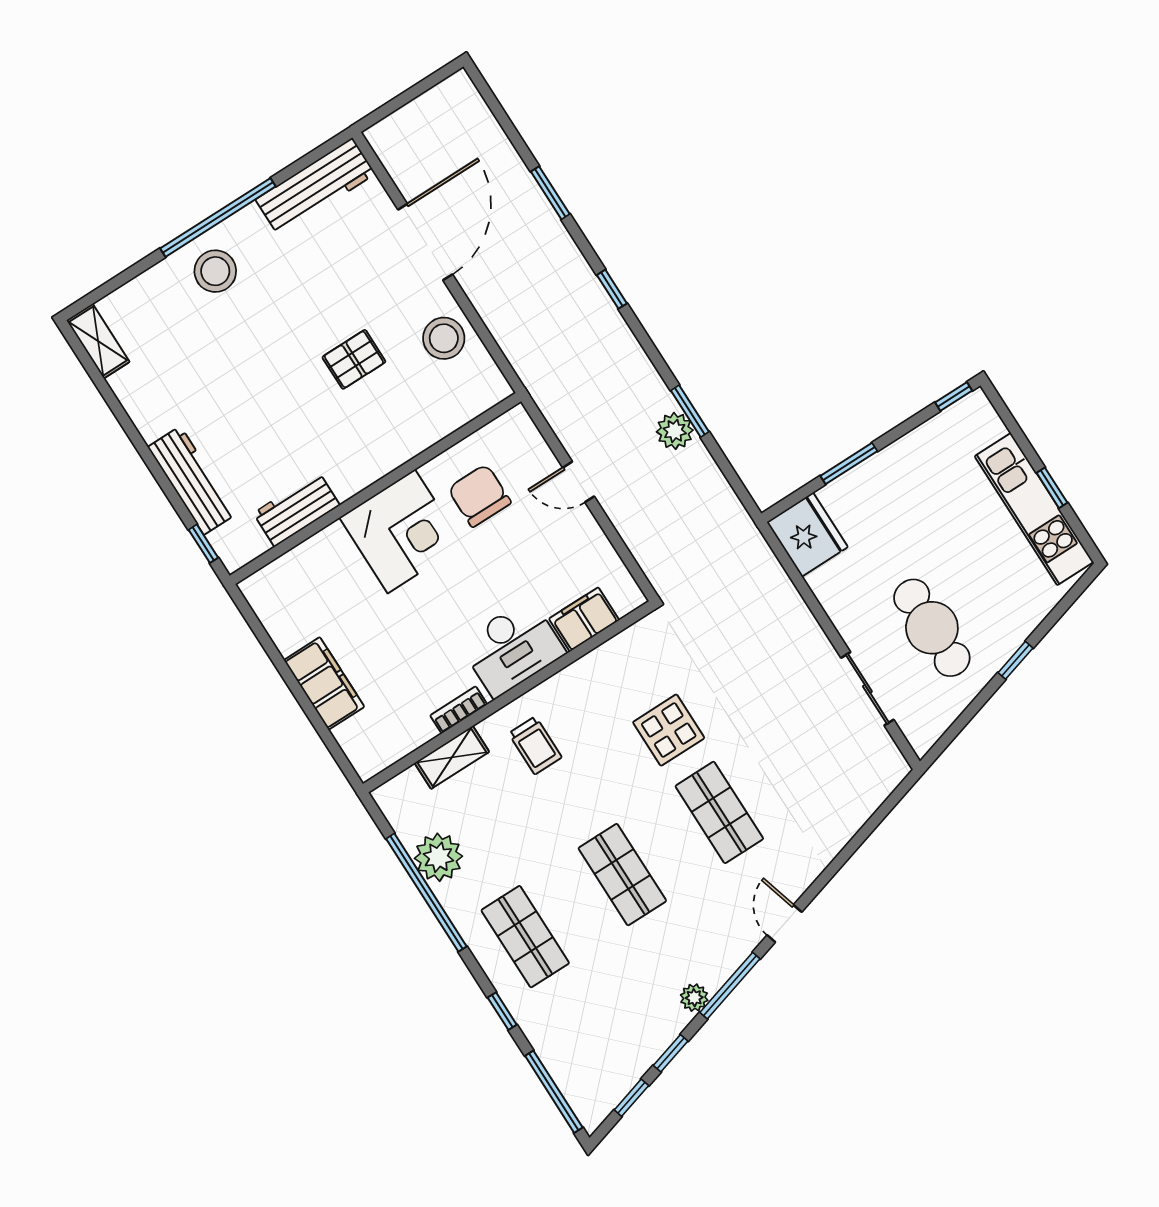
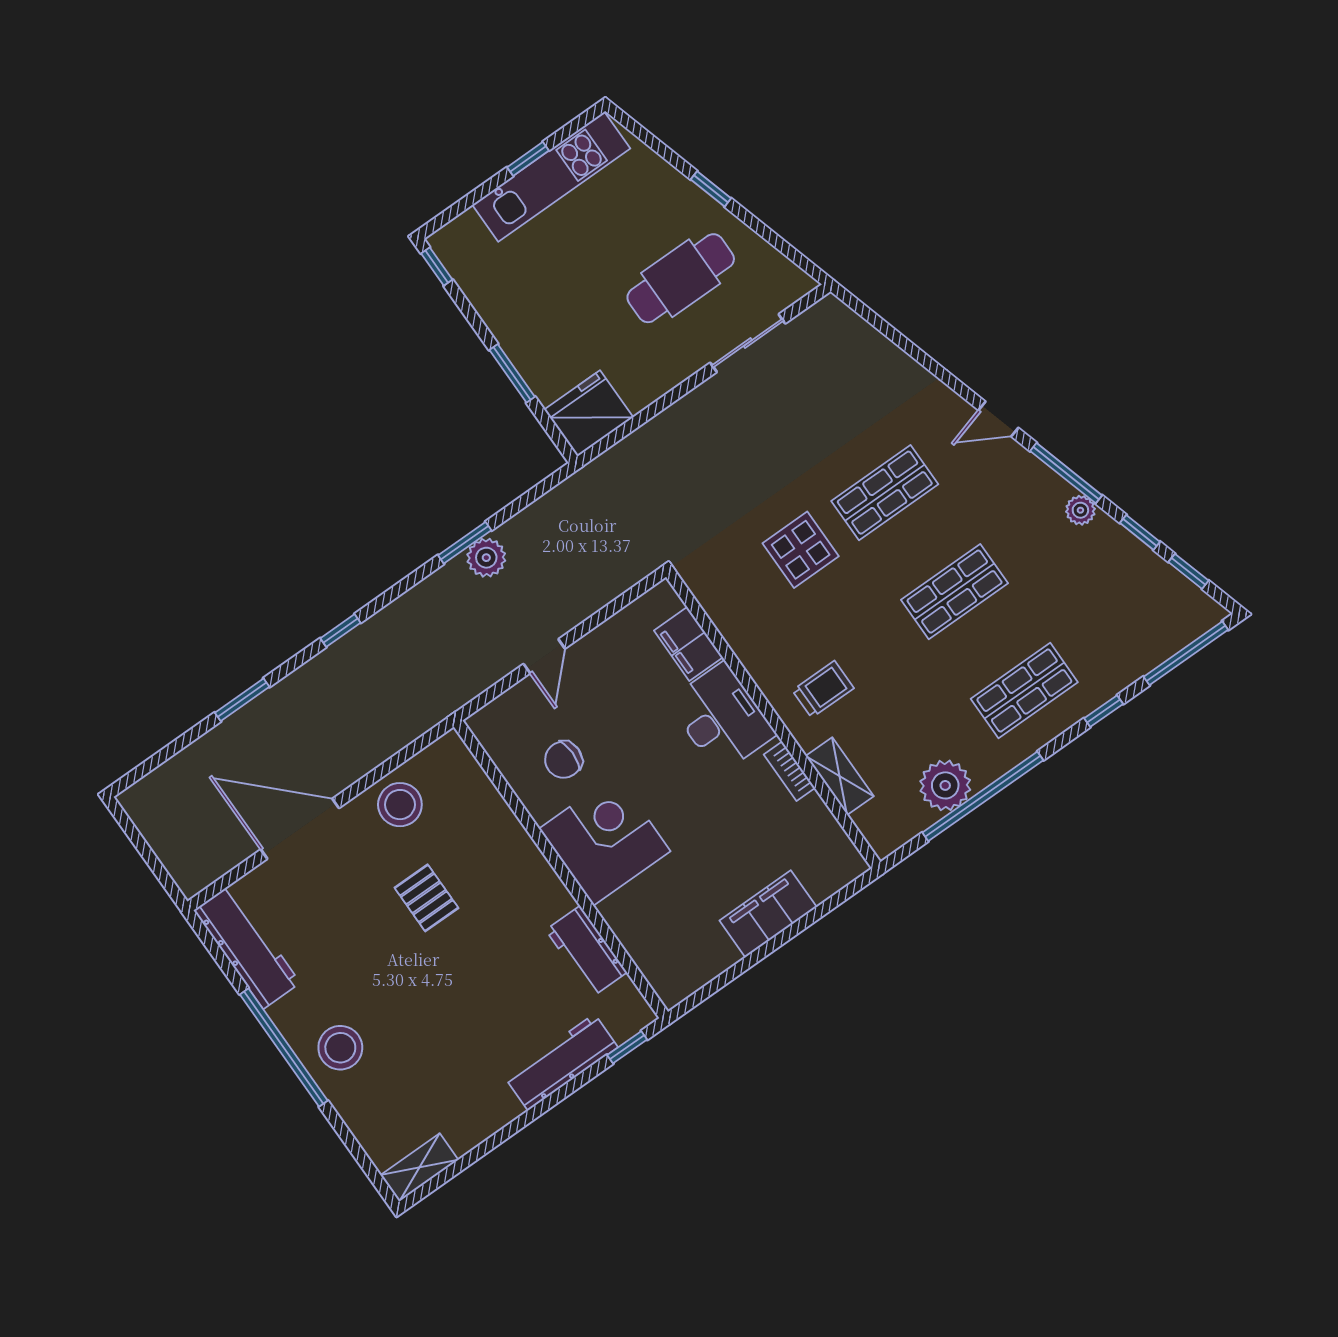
chair: (479, 496) -> (563, 760), width x0.73, depth x0.73

